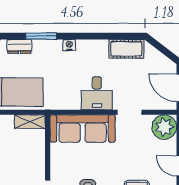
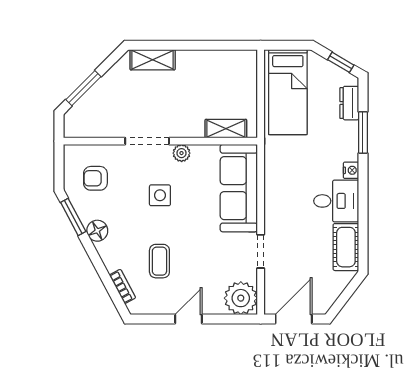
desk: (97, 93) -> (336, 201), moved, turned 180
shelving: (30, 122) -> (226, 129), moved, turned 90
plant: (56, 171) -> (182, 153), added

